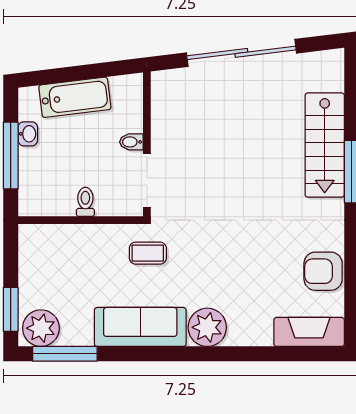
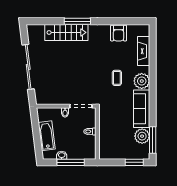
coffee table: (148, 253) -> (117, 78), moved
plant: (41, 328) -> (142, 136), moved
fireplace: (309, 332) -> (144, 51), moved

